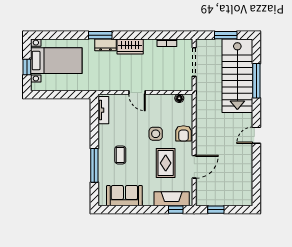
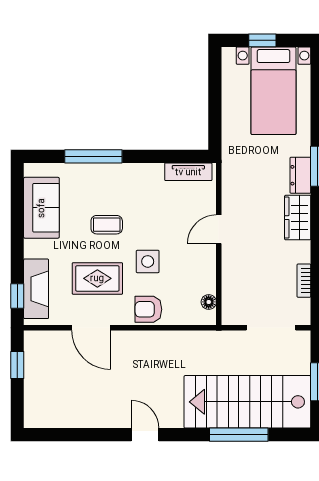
coffee table: (120, 155) -> (107, 225), moved

